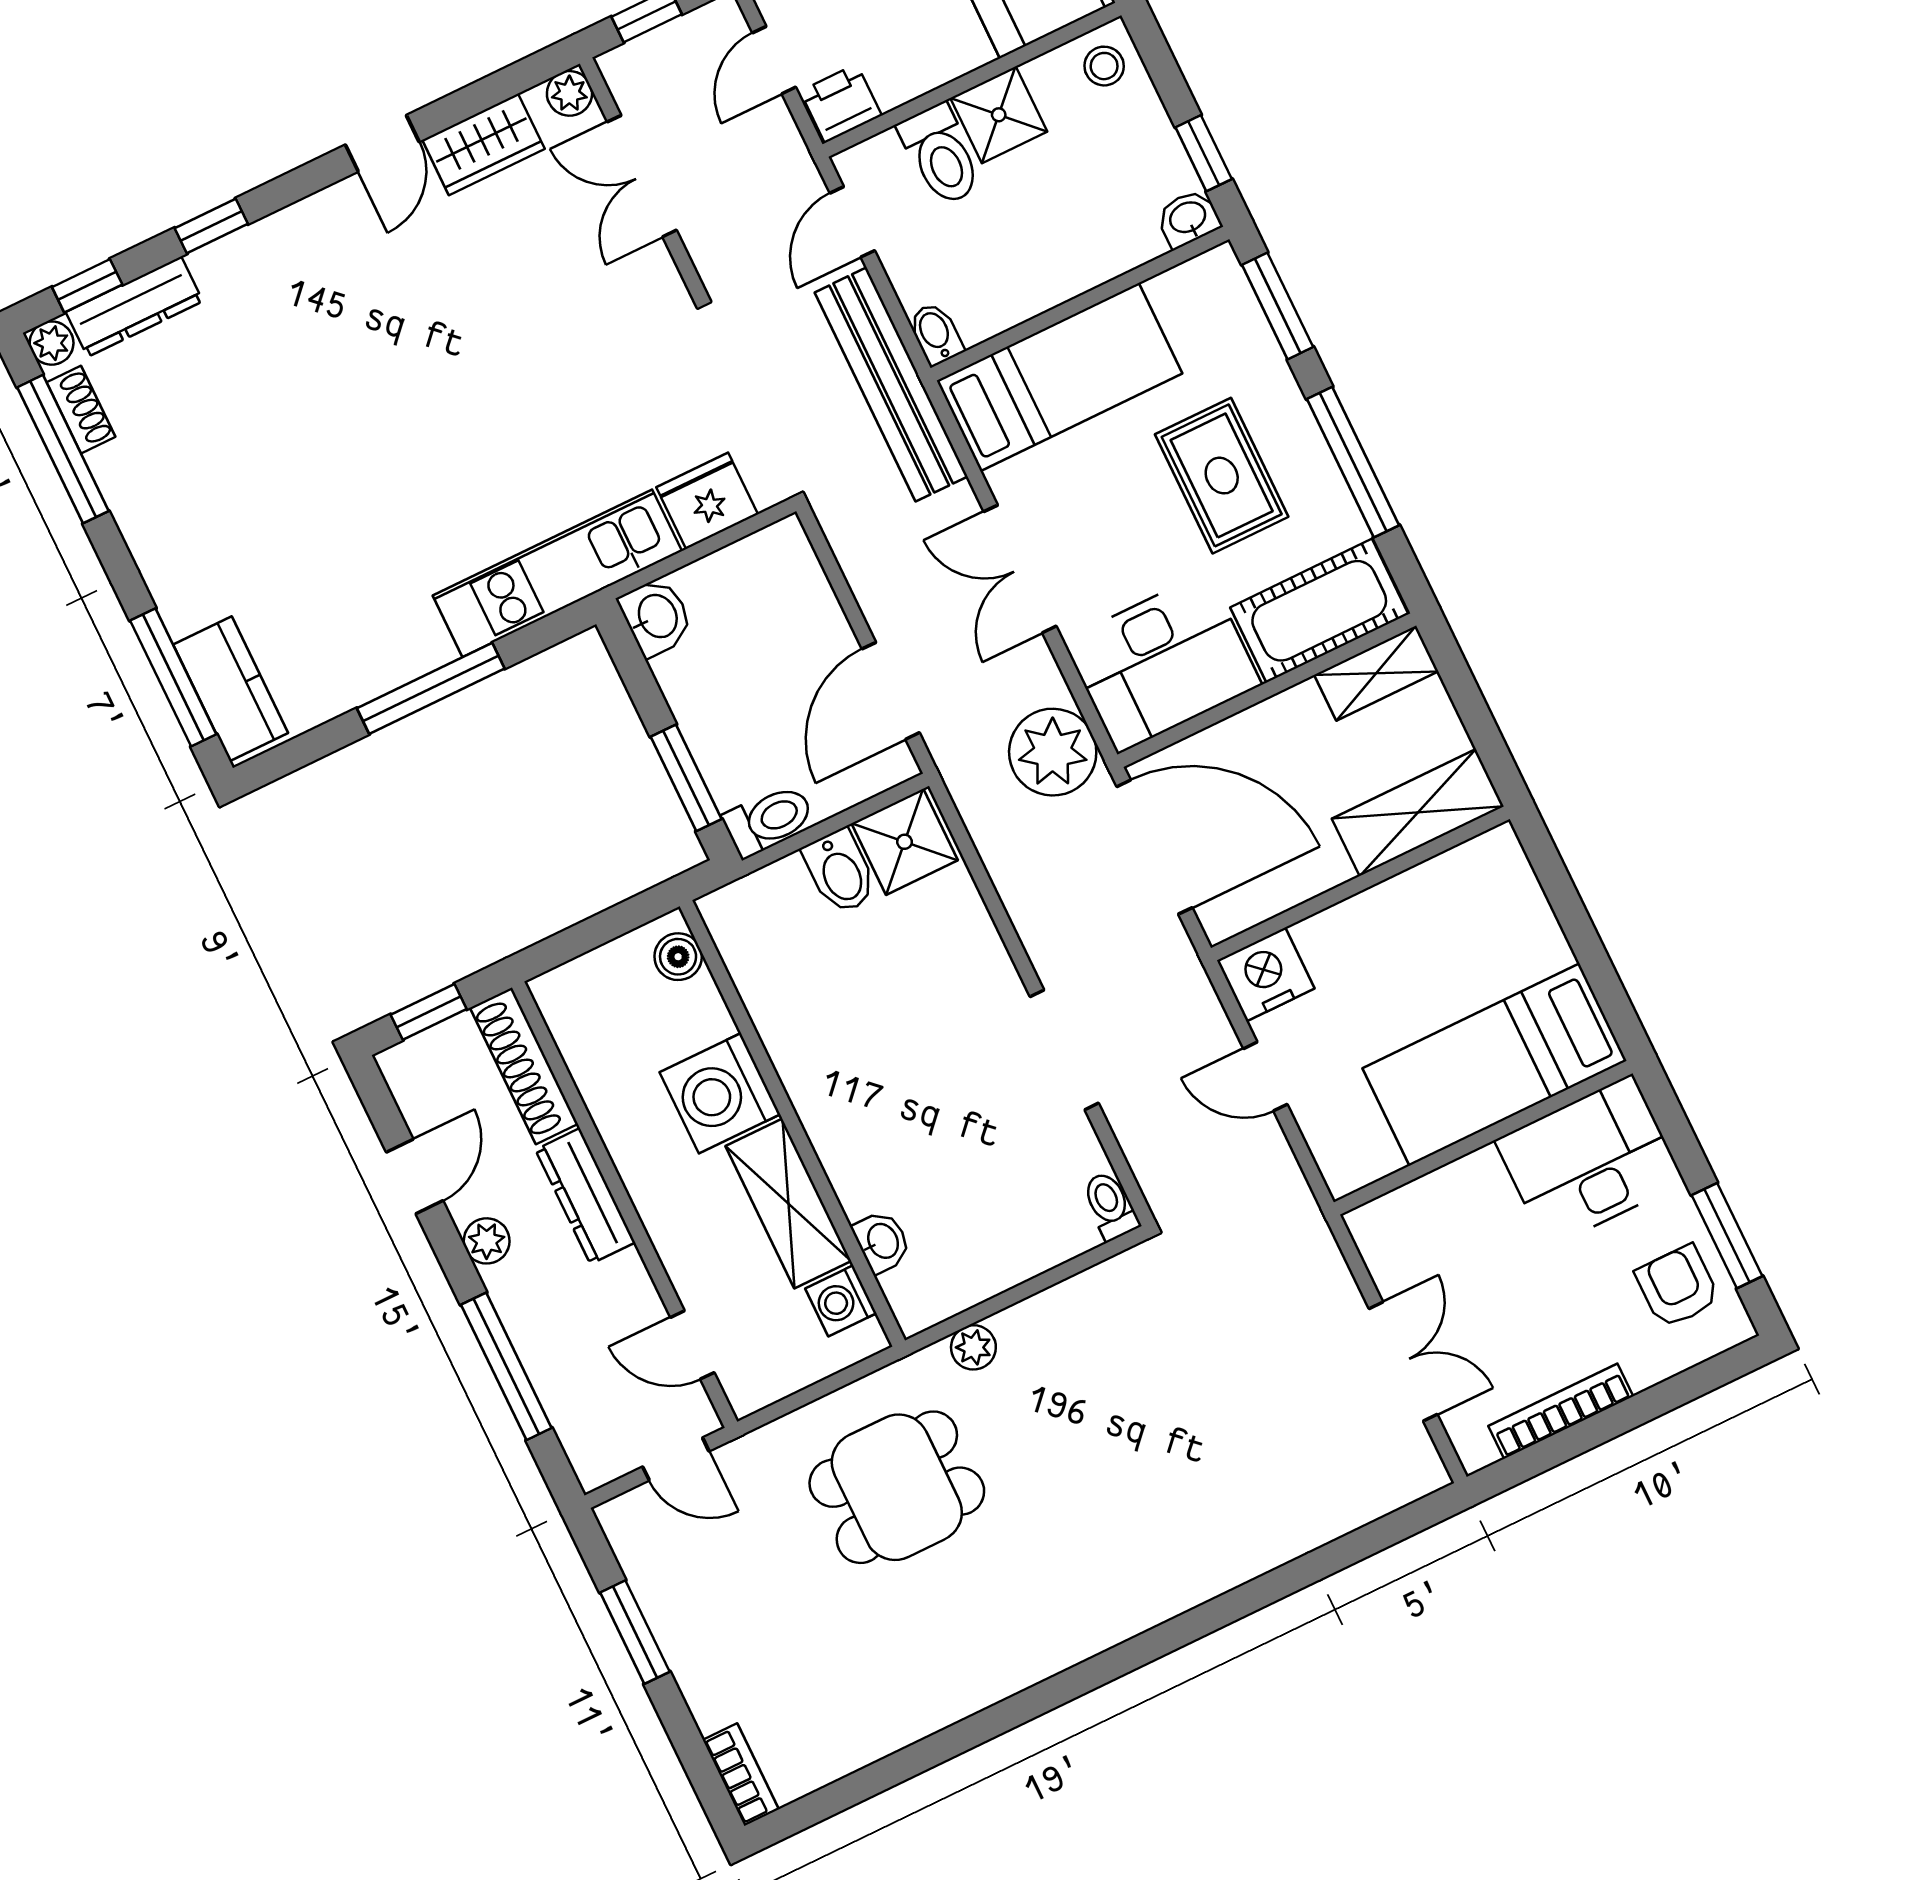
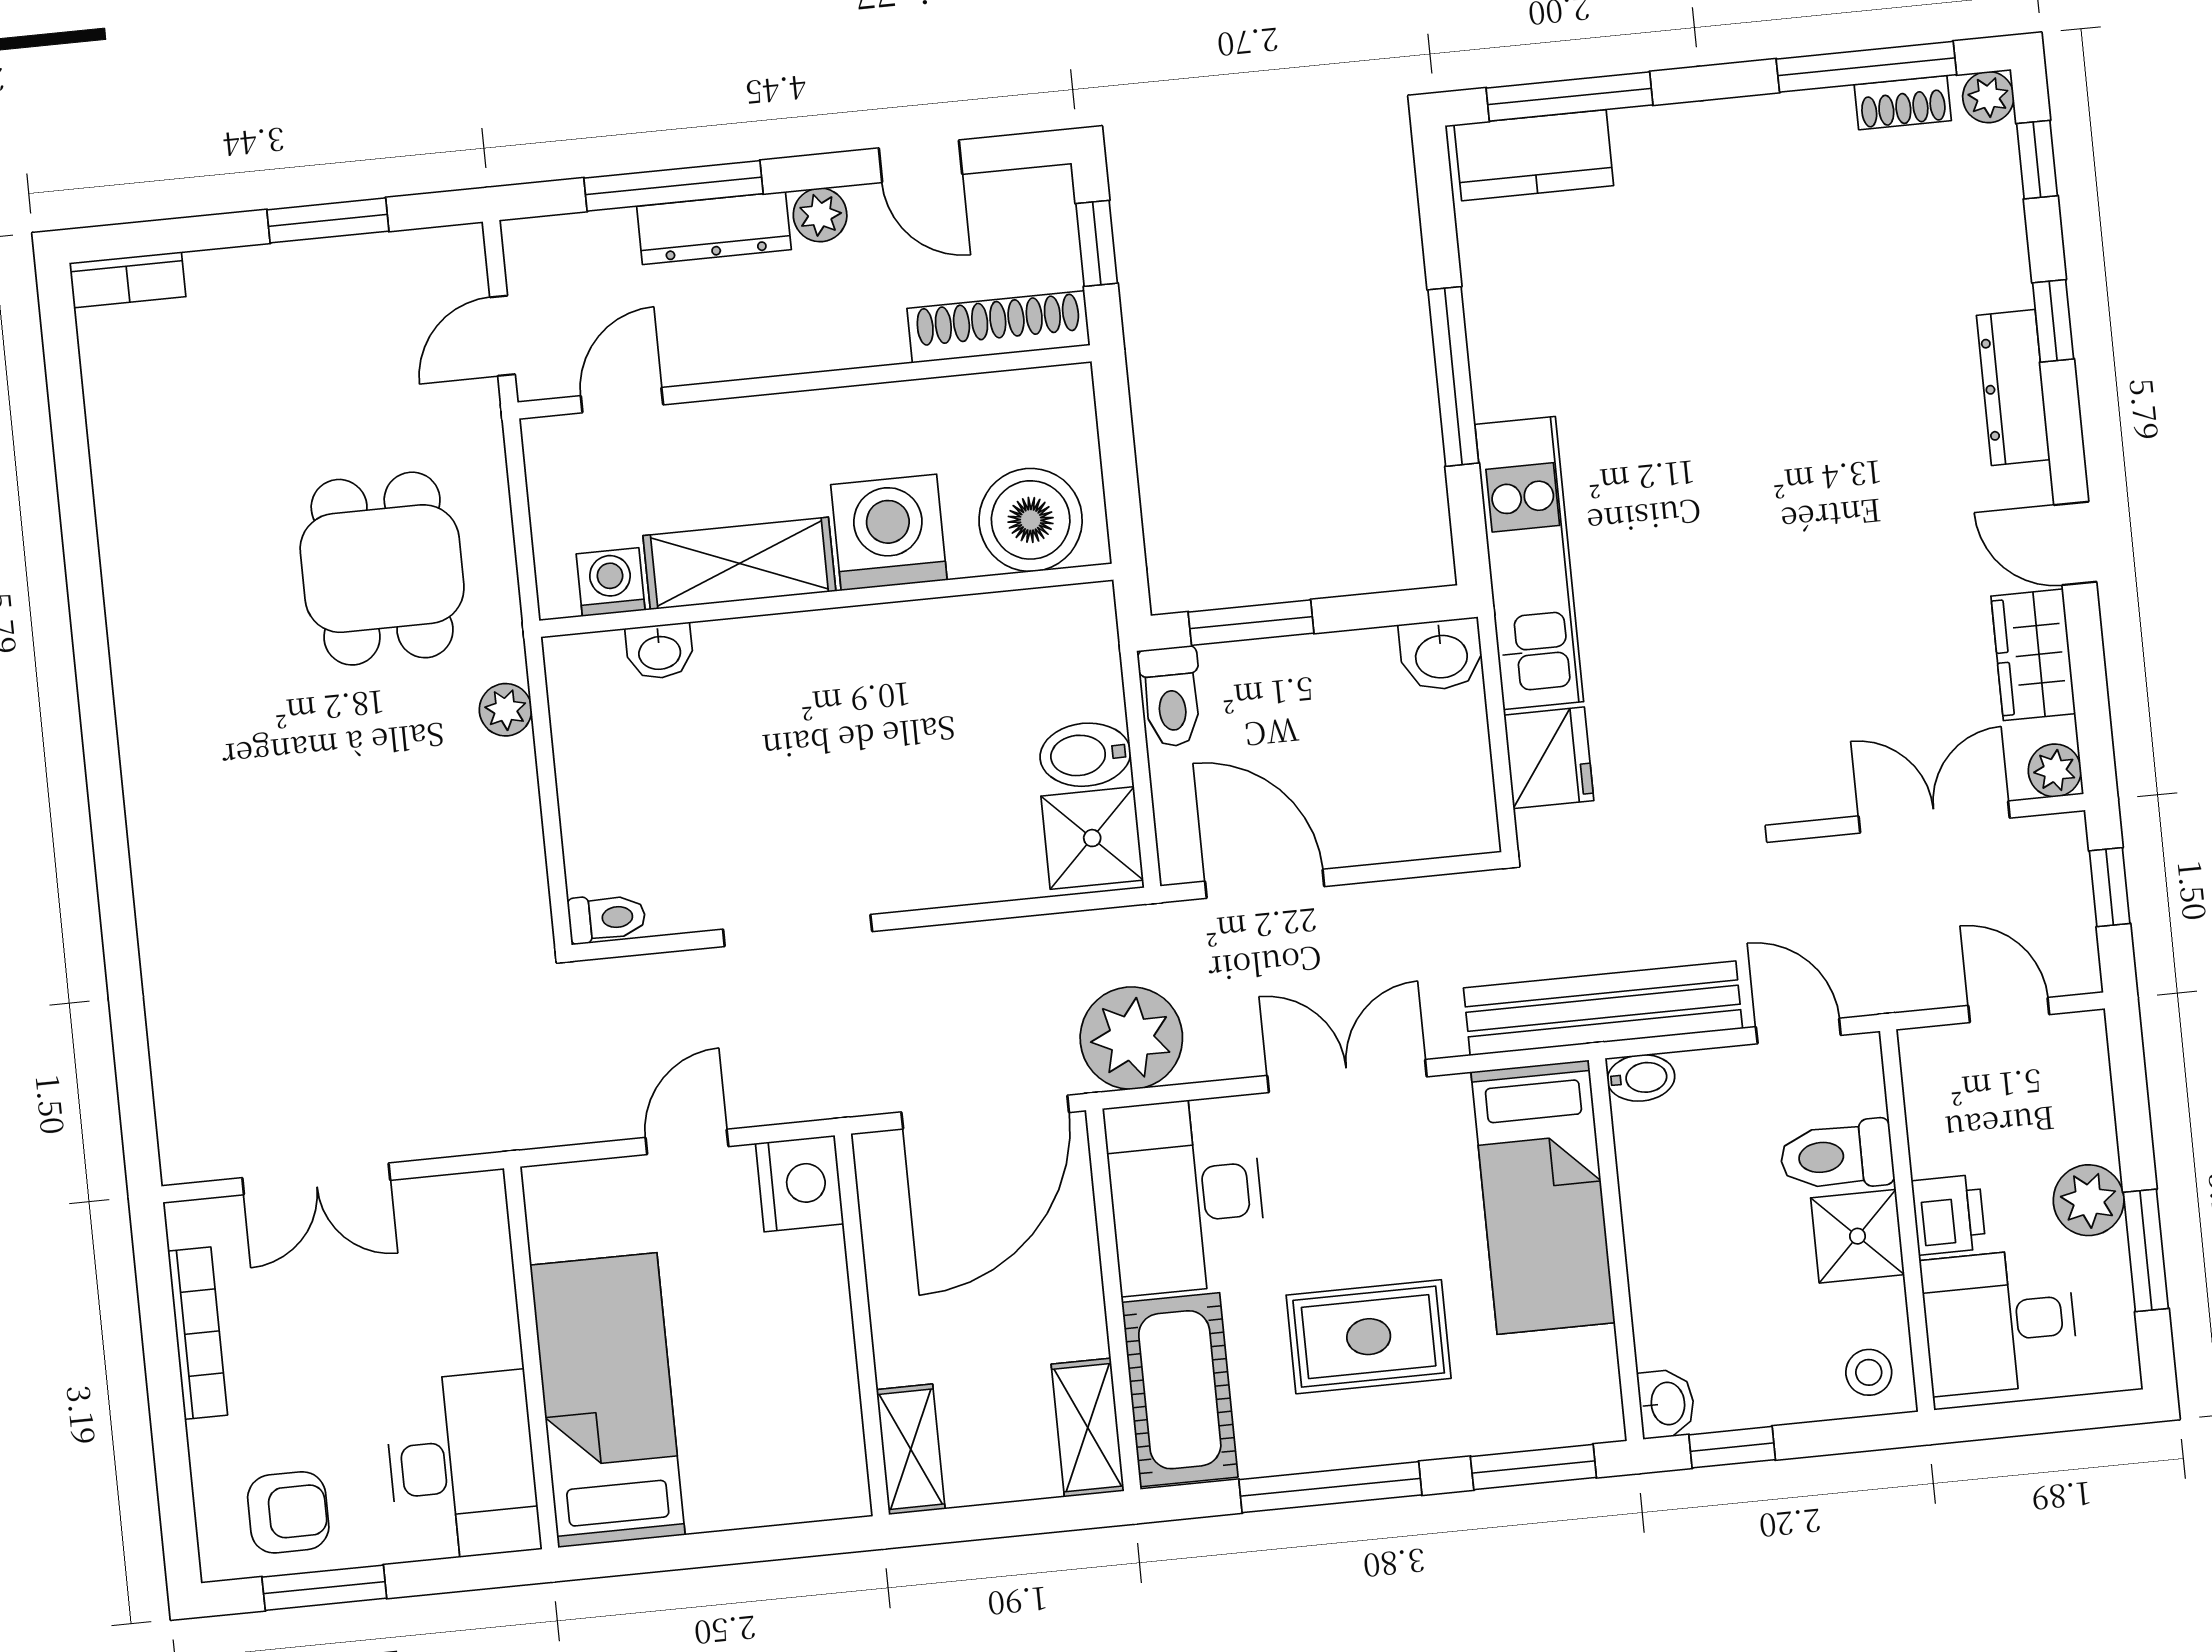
printer: (841, 103) -> (1949, 1215), moved
dresser: (134, 307) -> (2013, 387), moved
shelving: (1418, 813) -> (911, 1449), width x0.67, depth x0.75
boiler: (678, 957) -> (1031, 520), width x1.86, depth x1.86
dresser: (585, 1196) -> (714, 228), moved, turned 180

